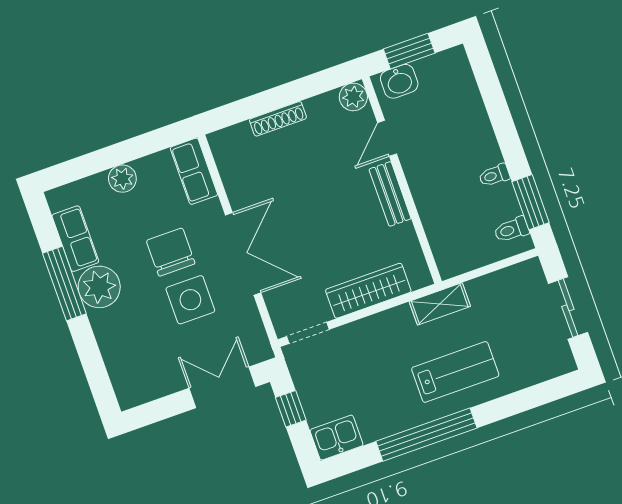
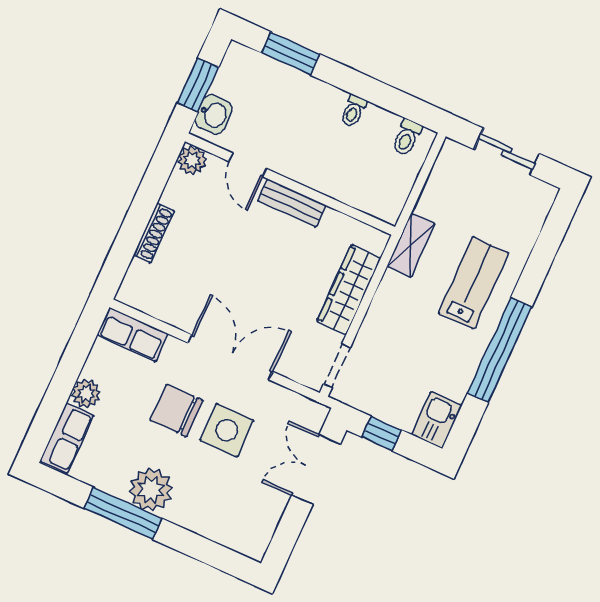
window: (531, 202) -> (291, 54), moved
row of seats: (75, 239) -> (67, 438), moved, turned 90

